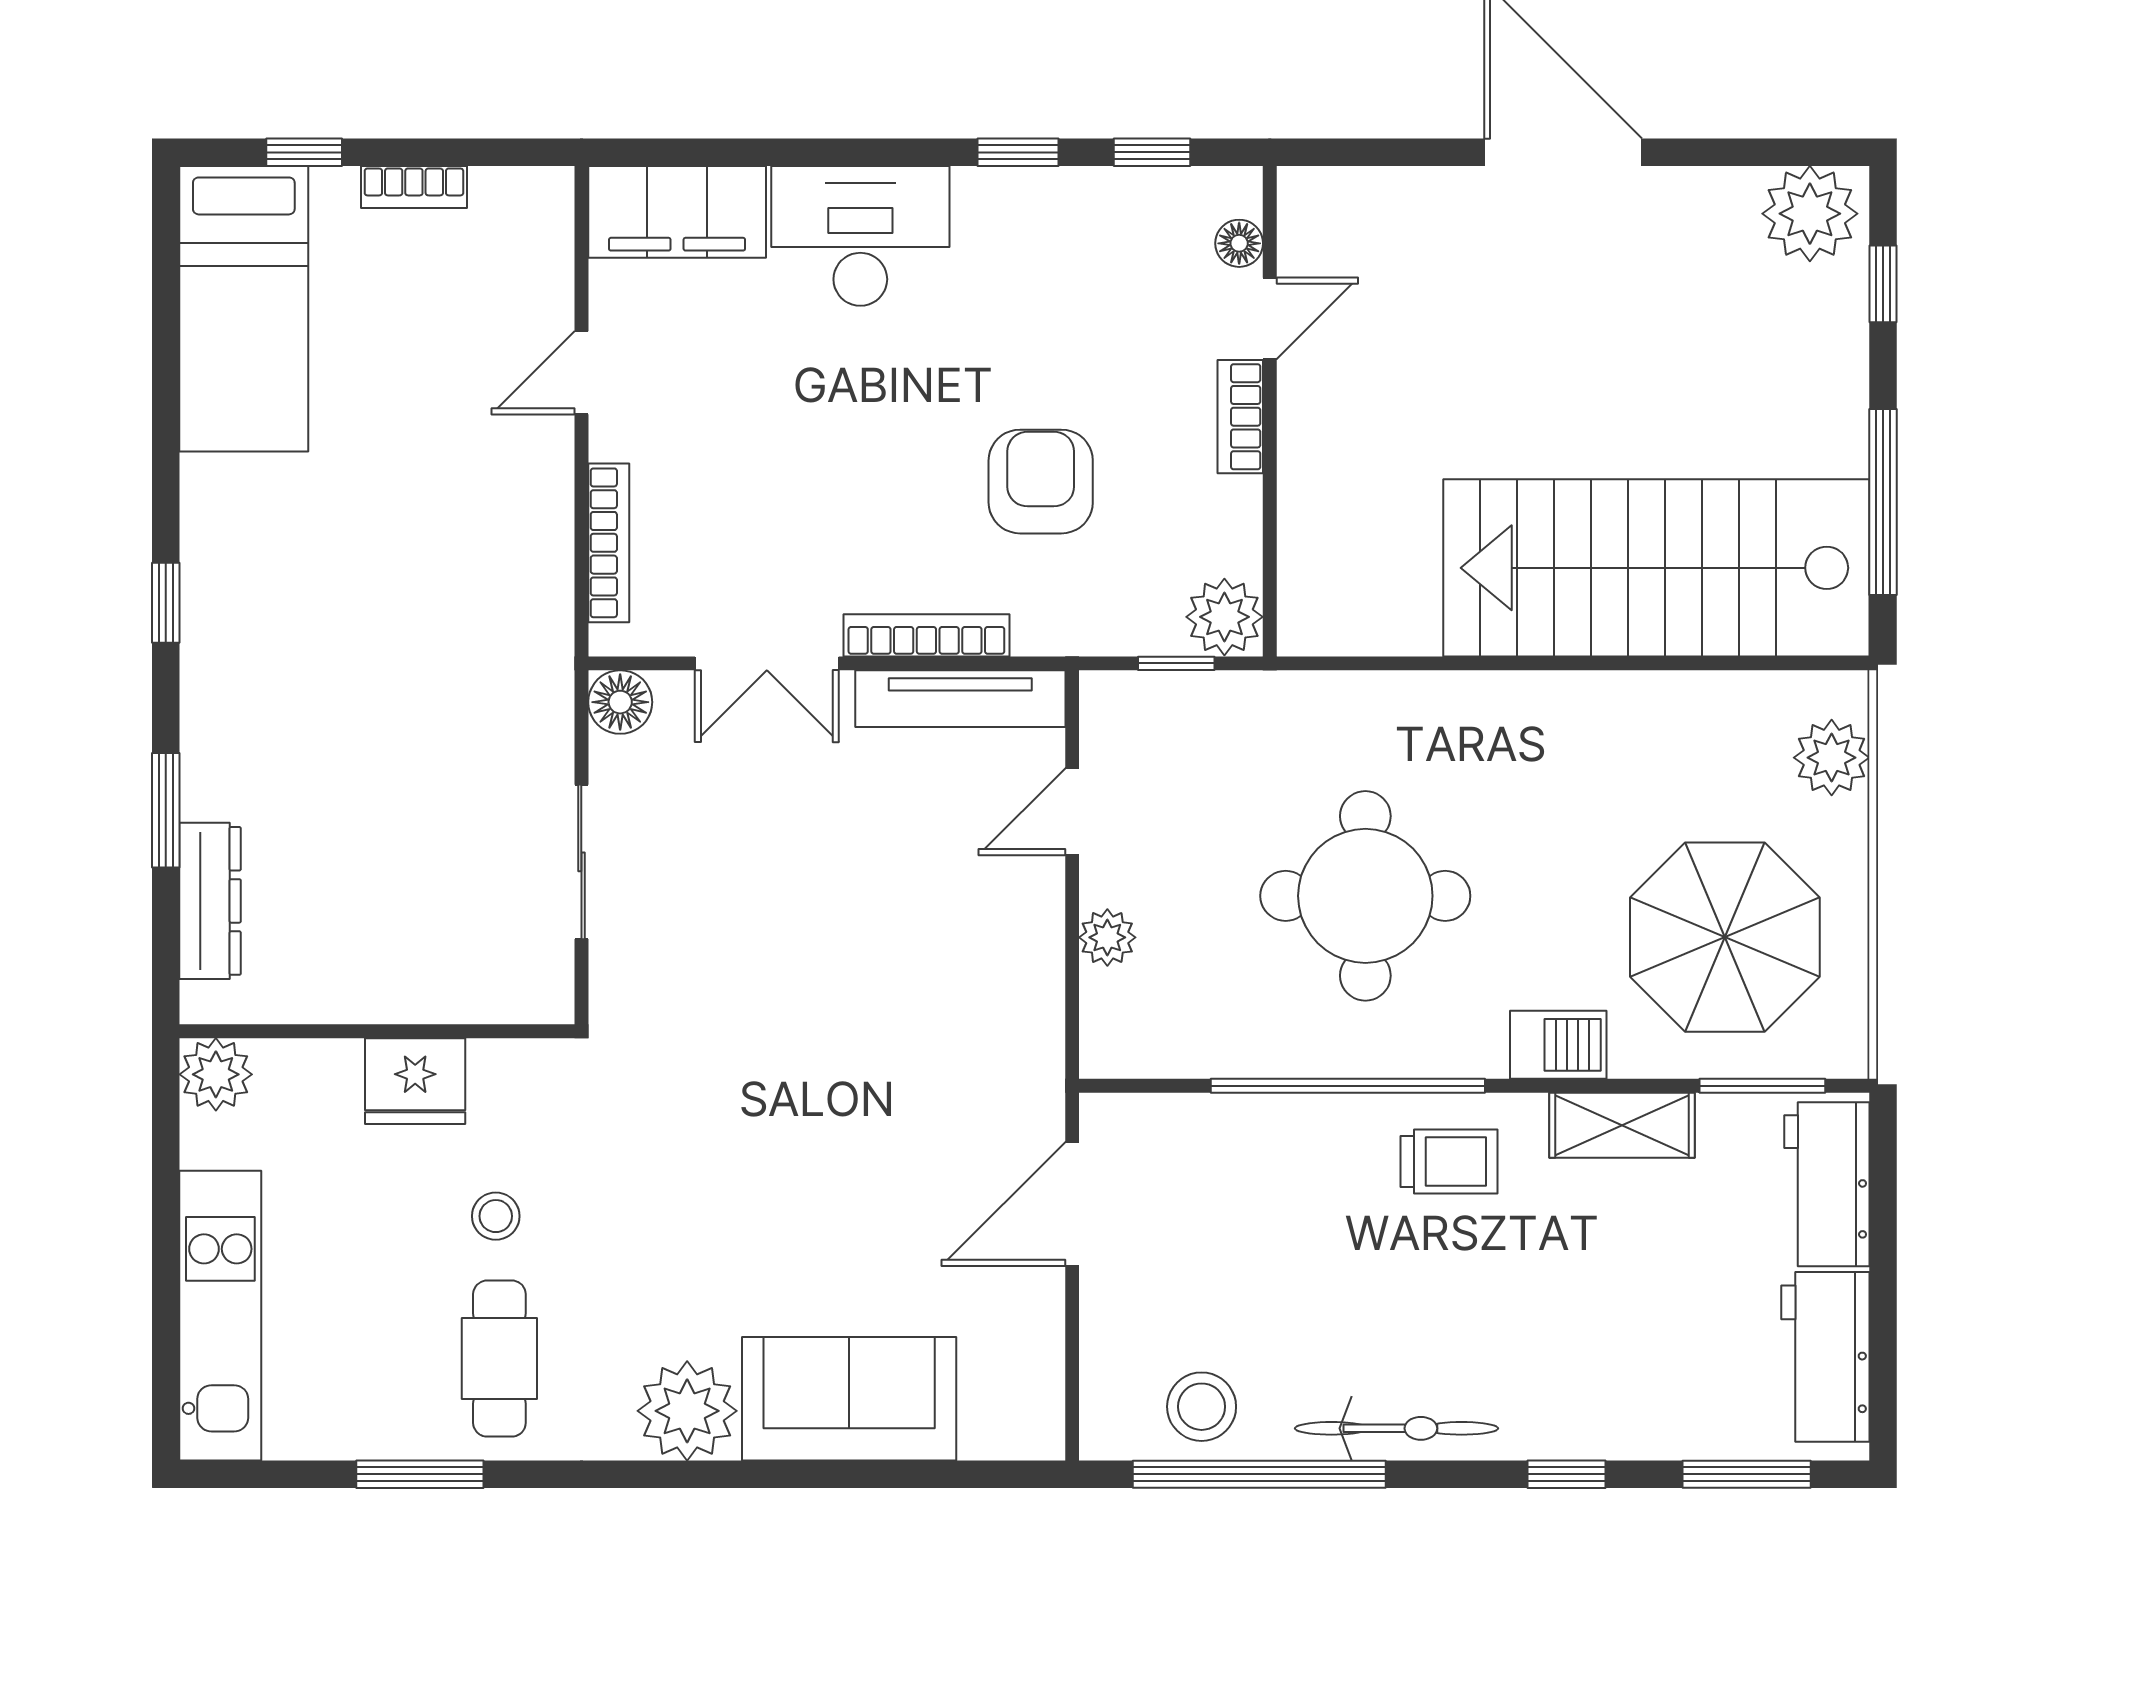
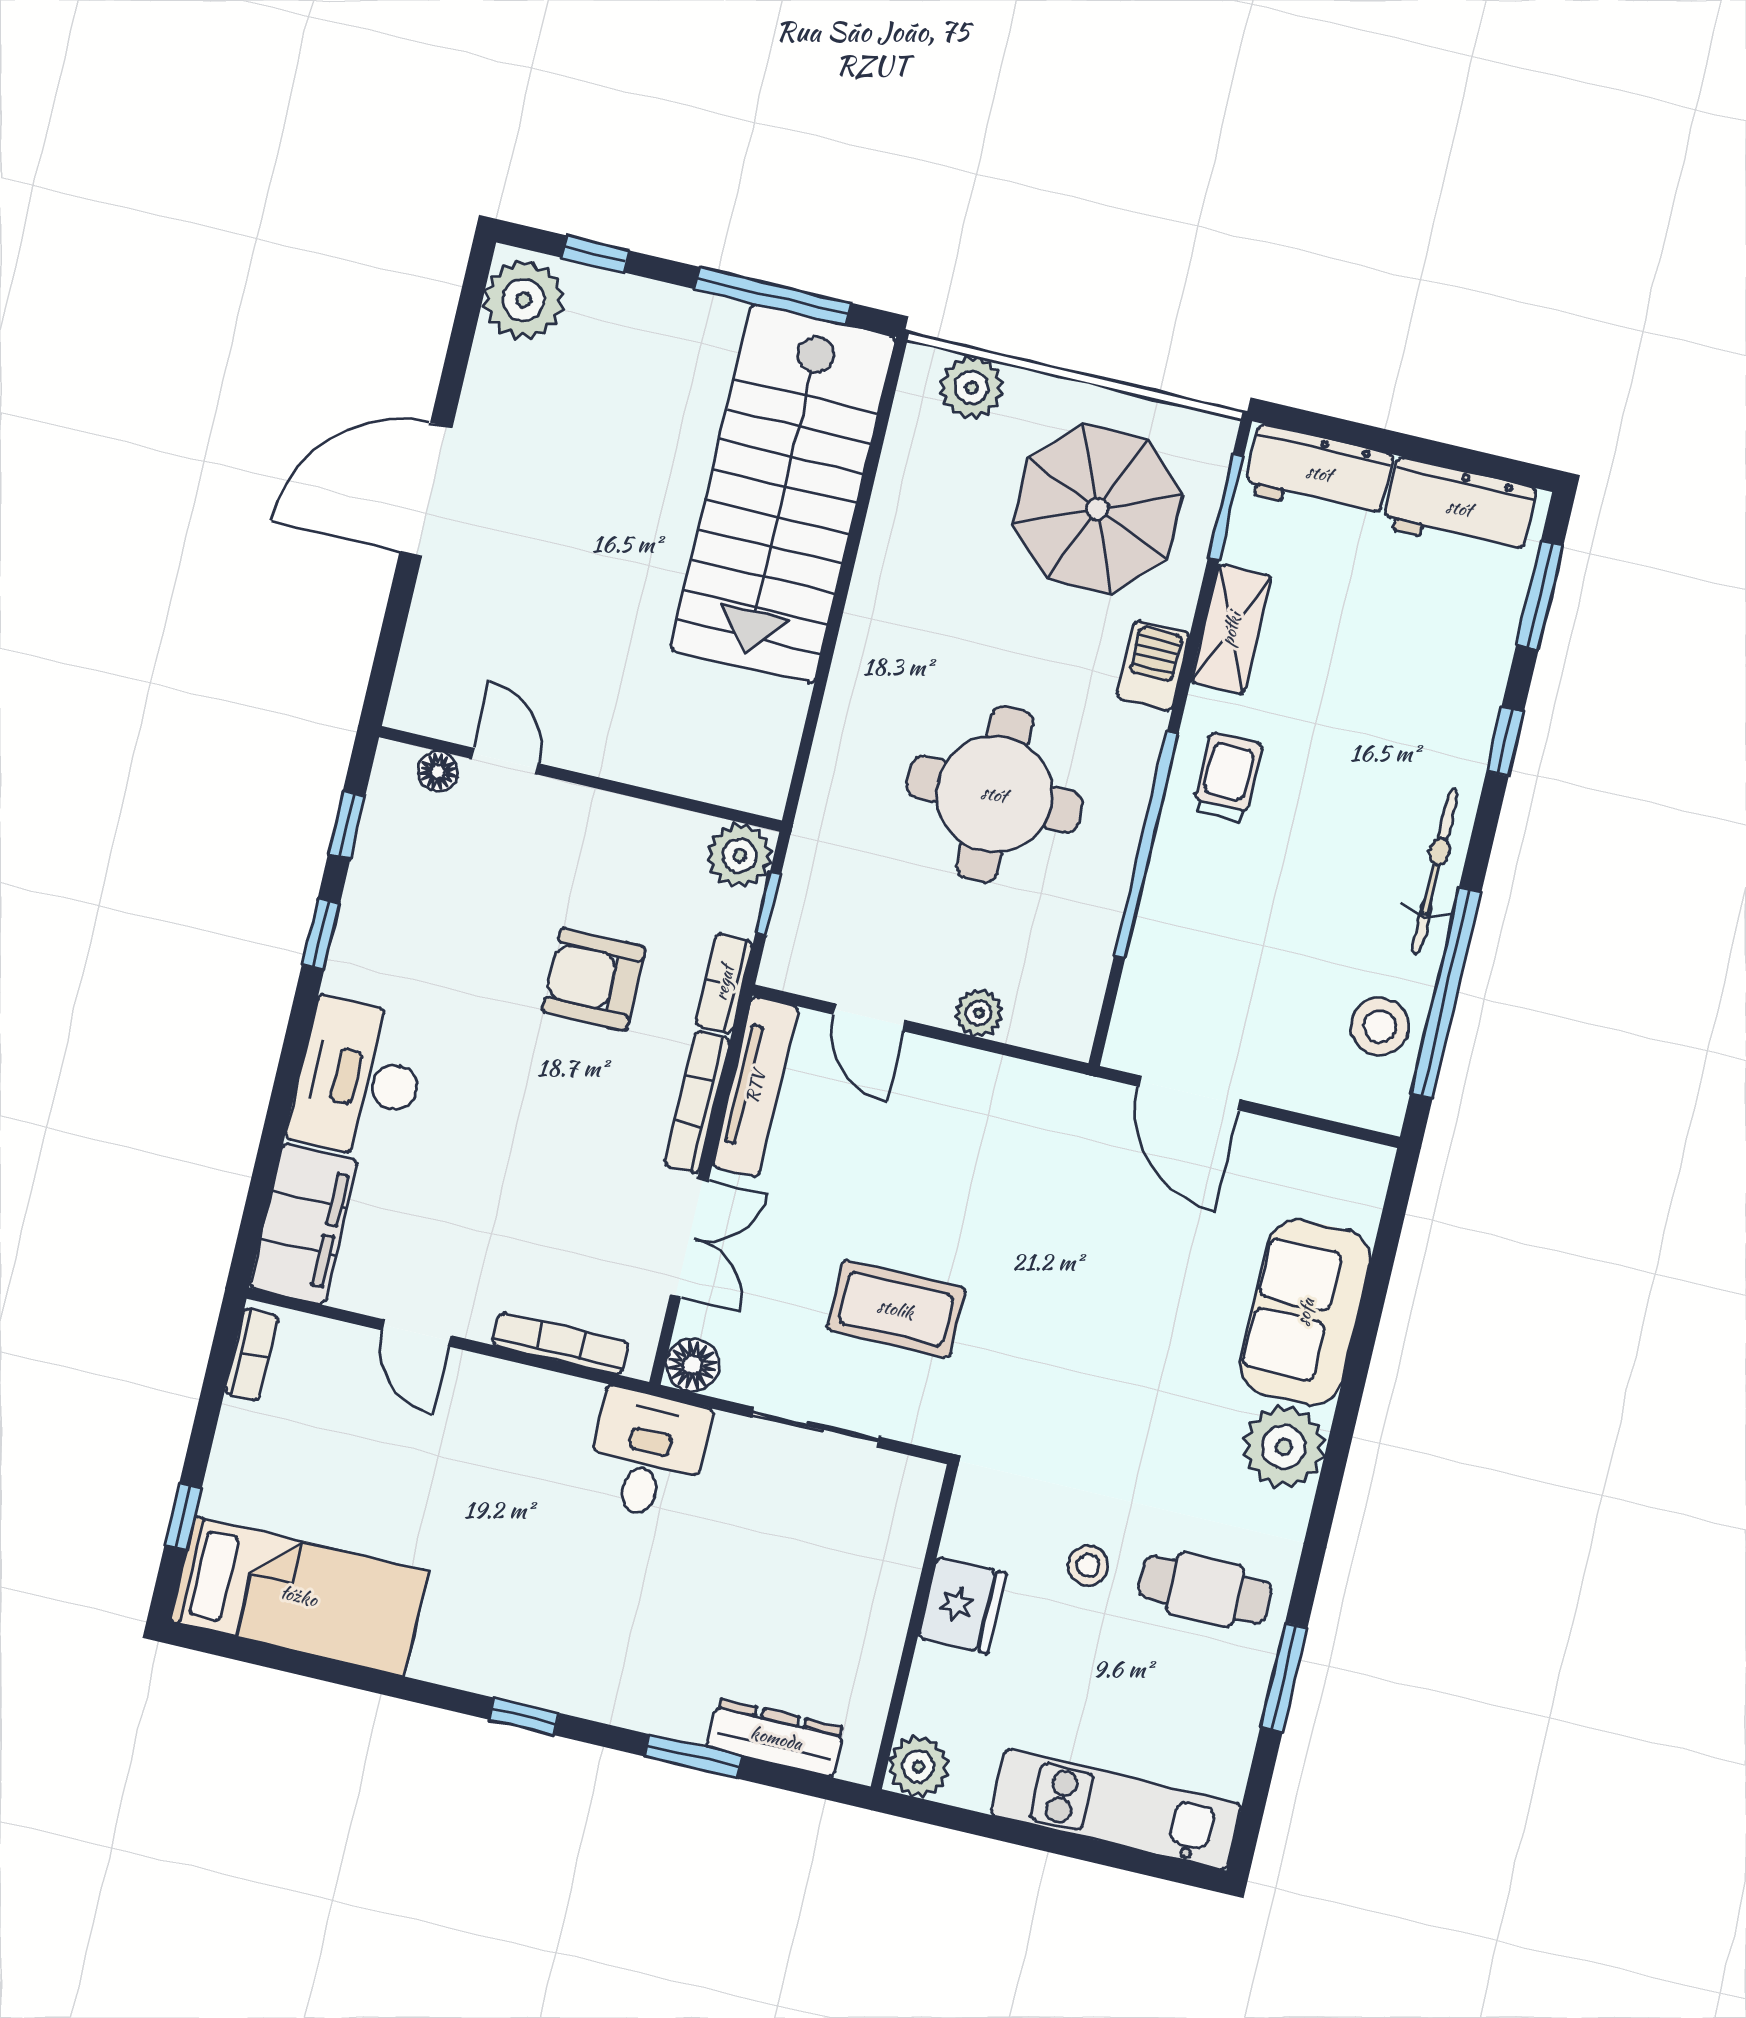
bookcase: (414, 187) -> (251, 1354), moved
bookcase: (1240, 417) -> (724, 983), moved, turned 90
desk: (504, 674) -> (648, 1454), added
coffee table: (741, 923) -> (896, 1309), added

